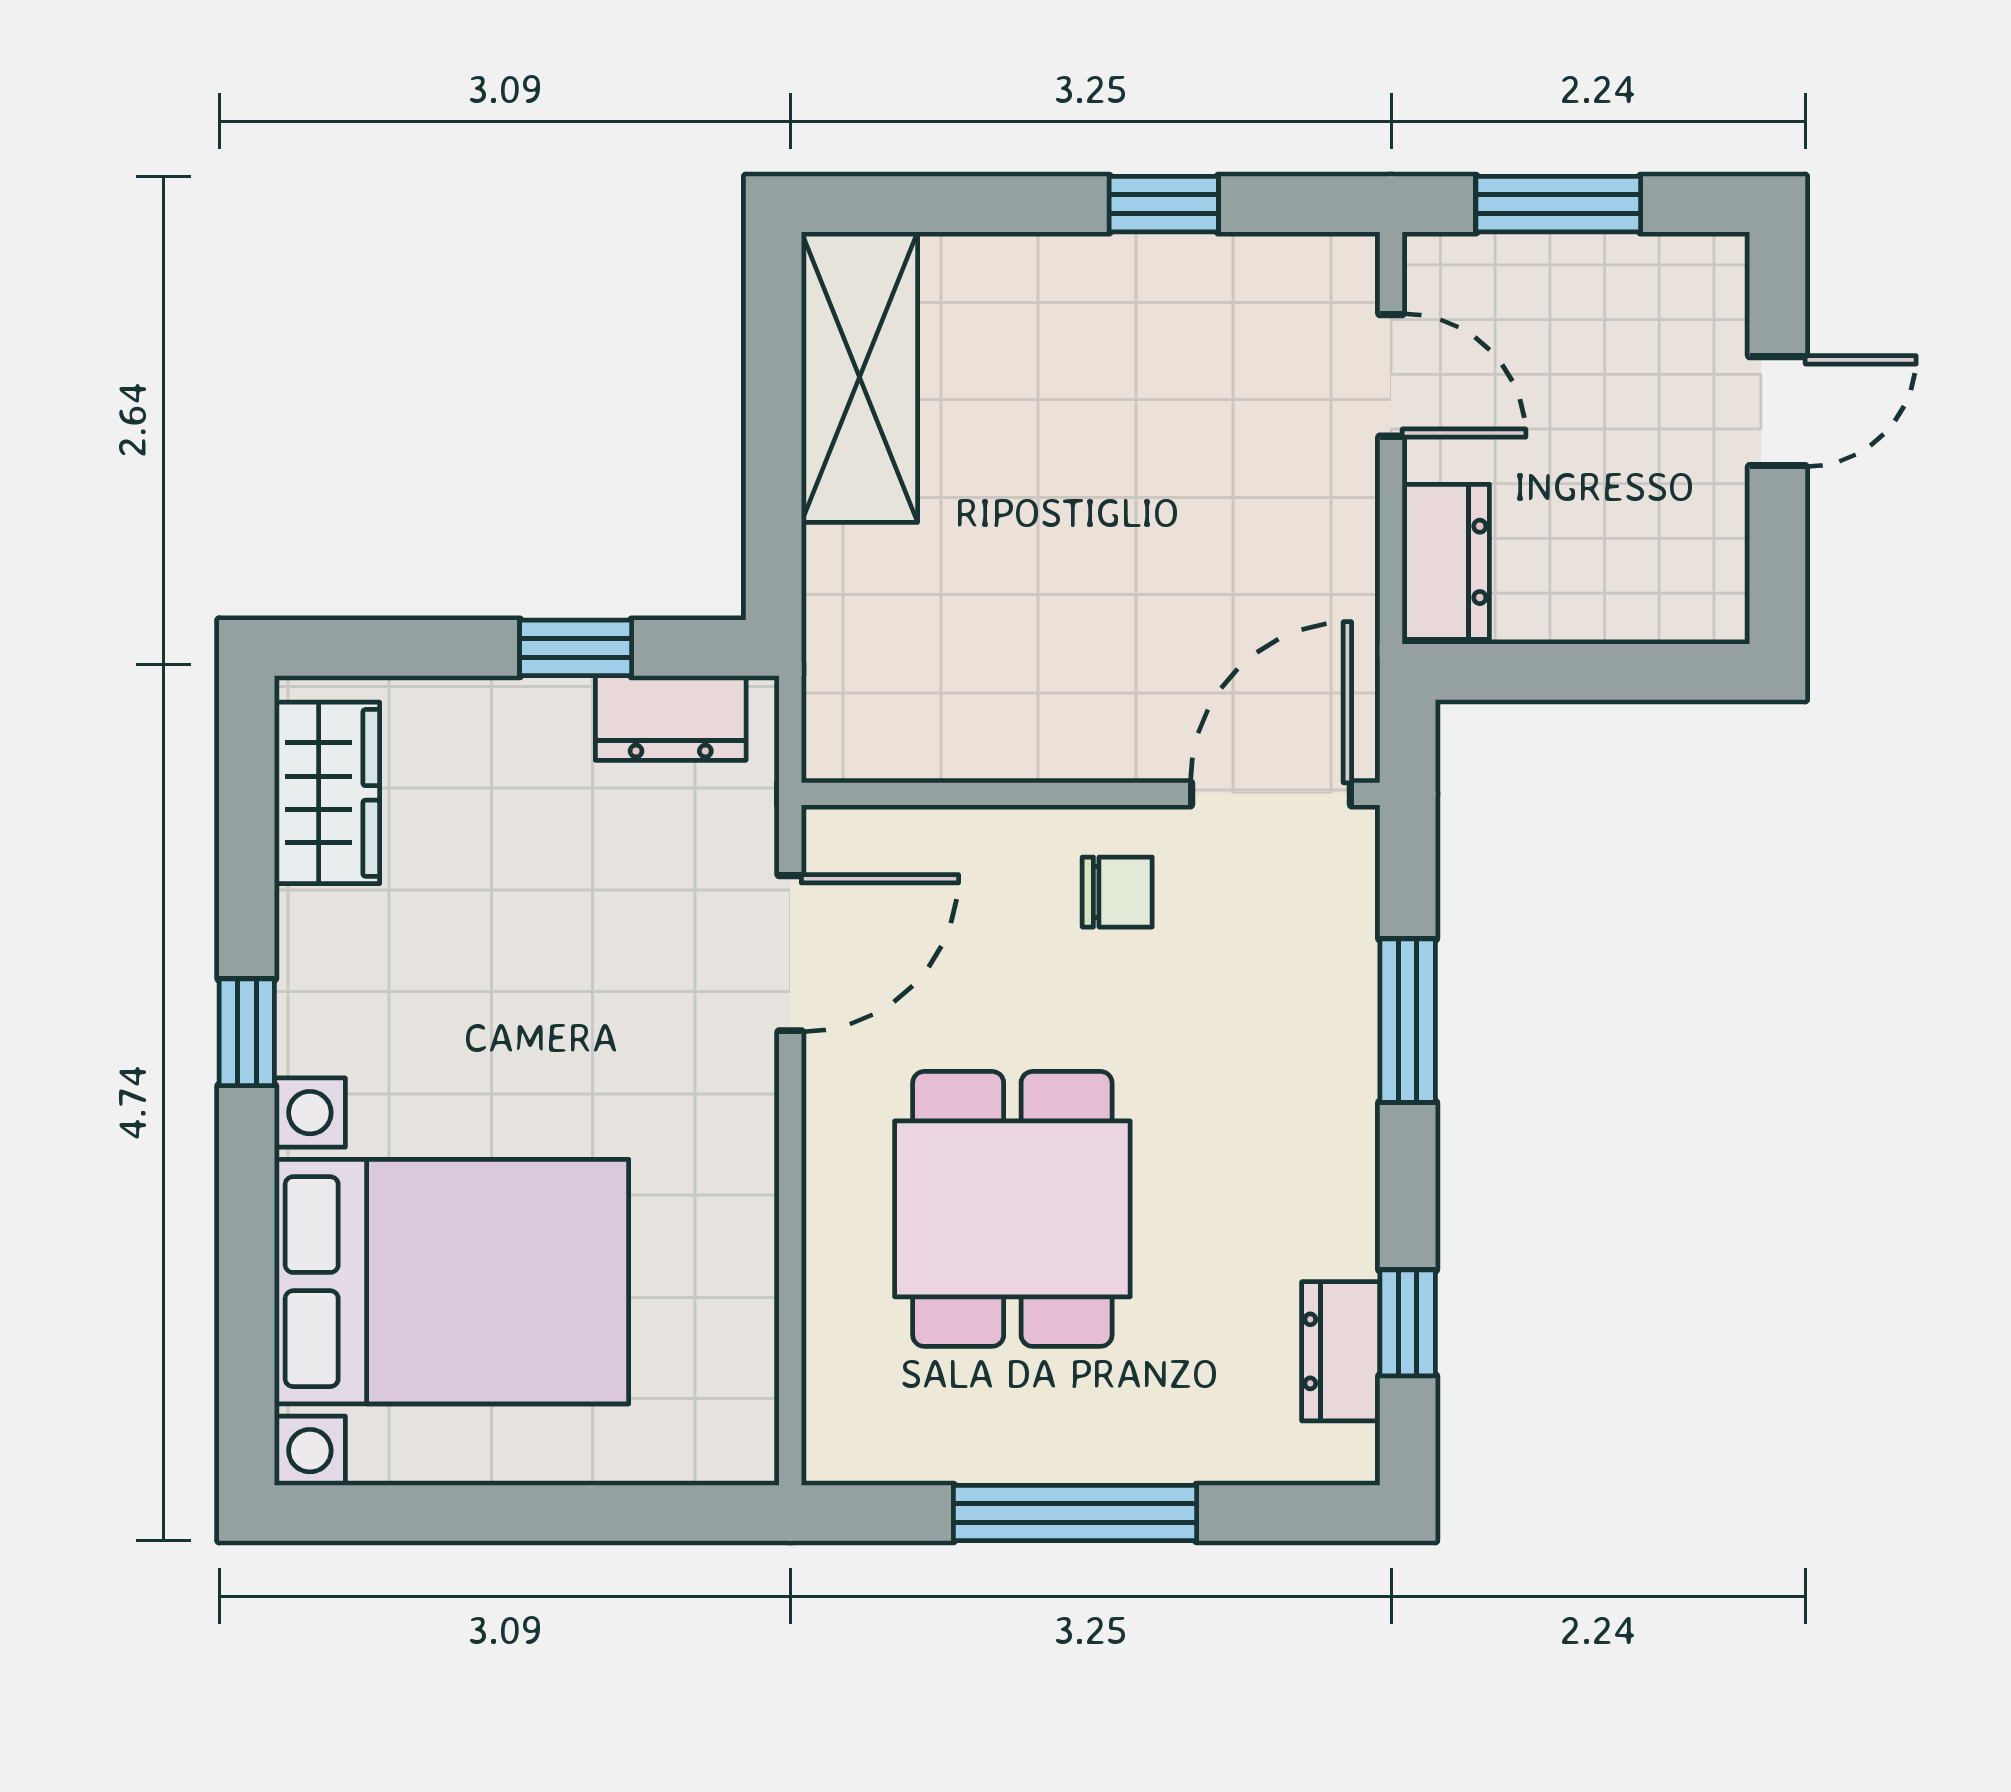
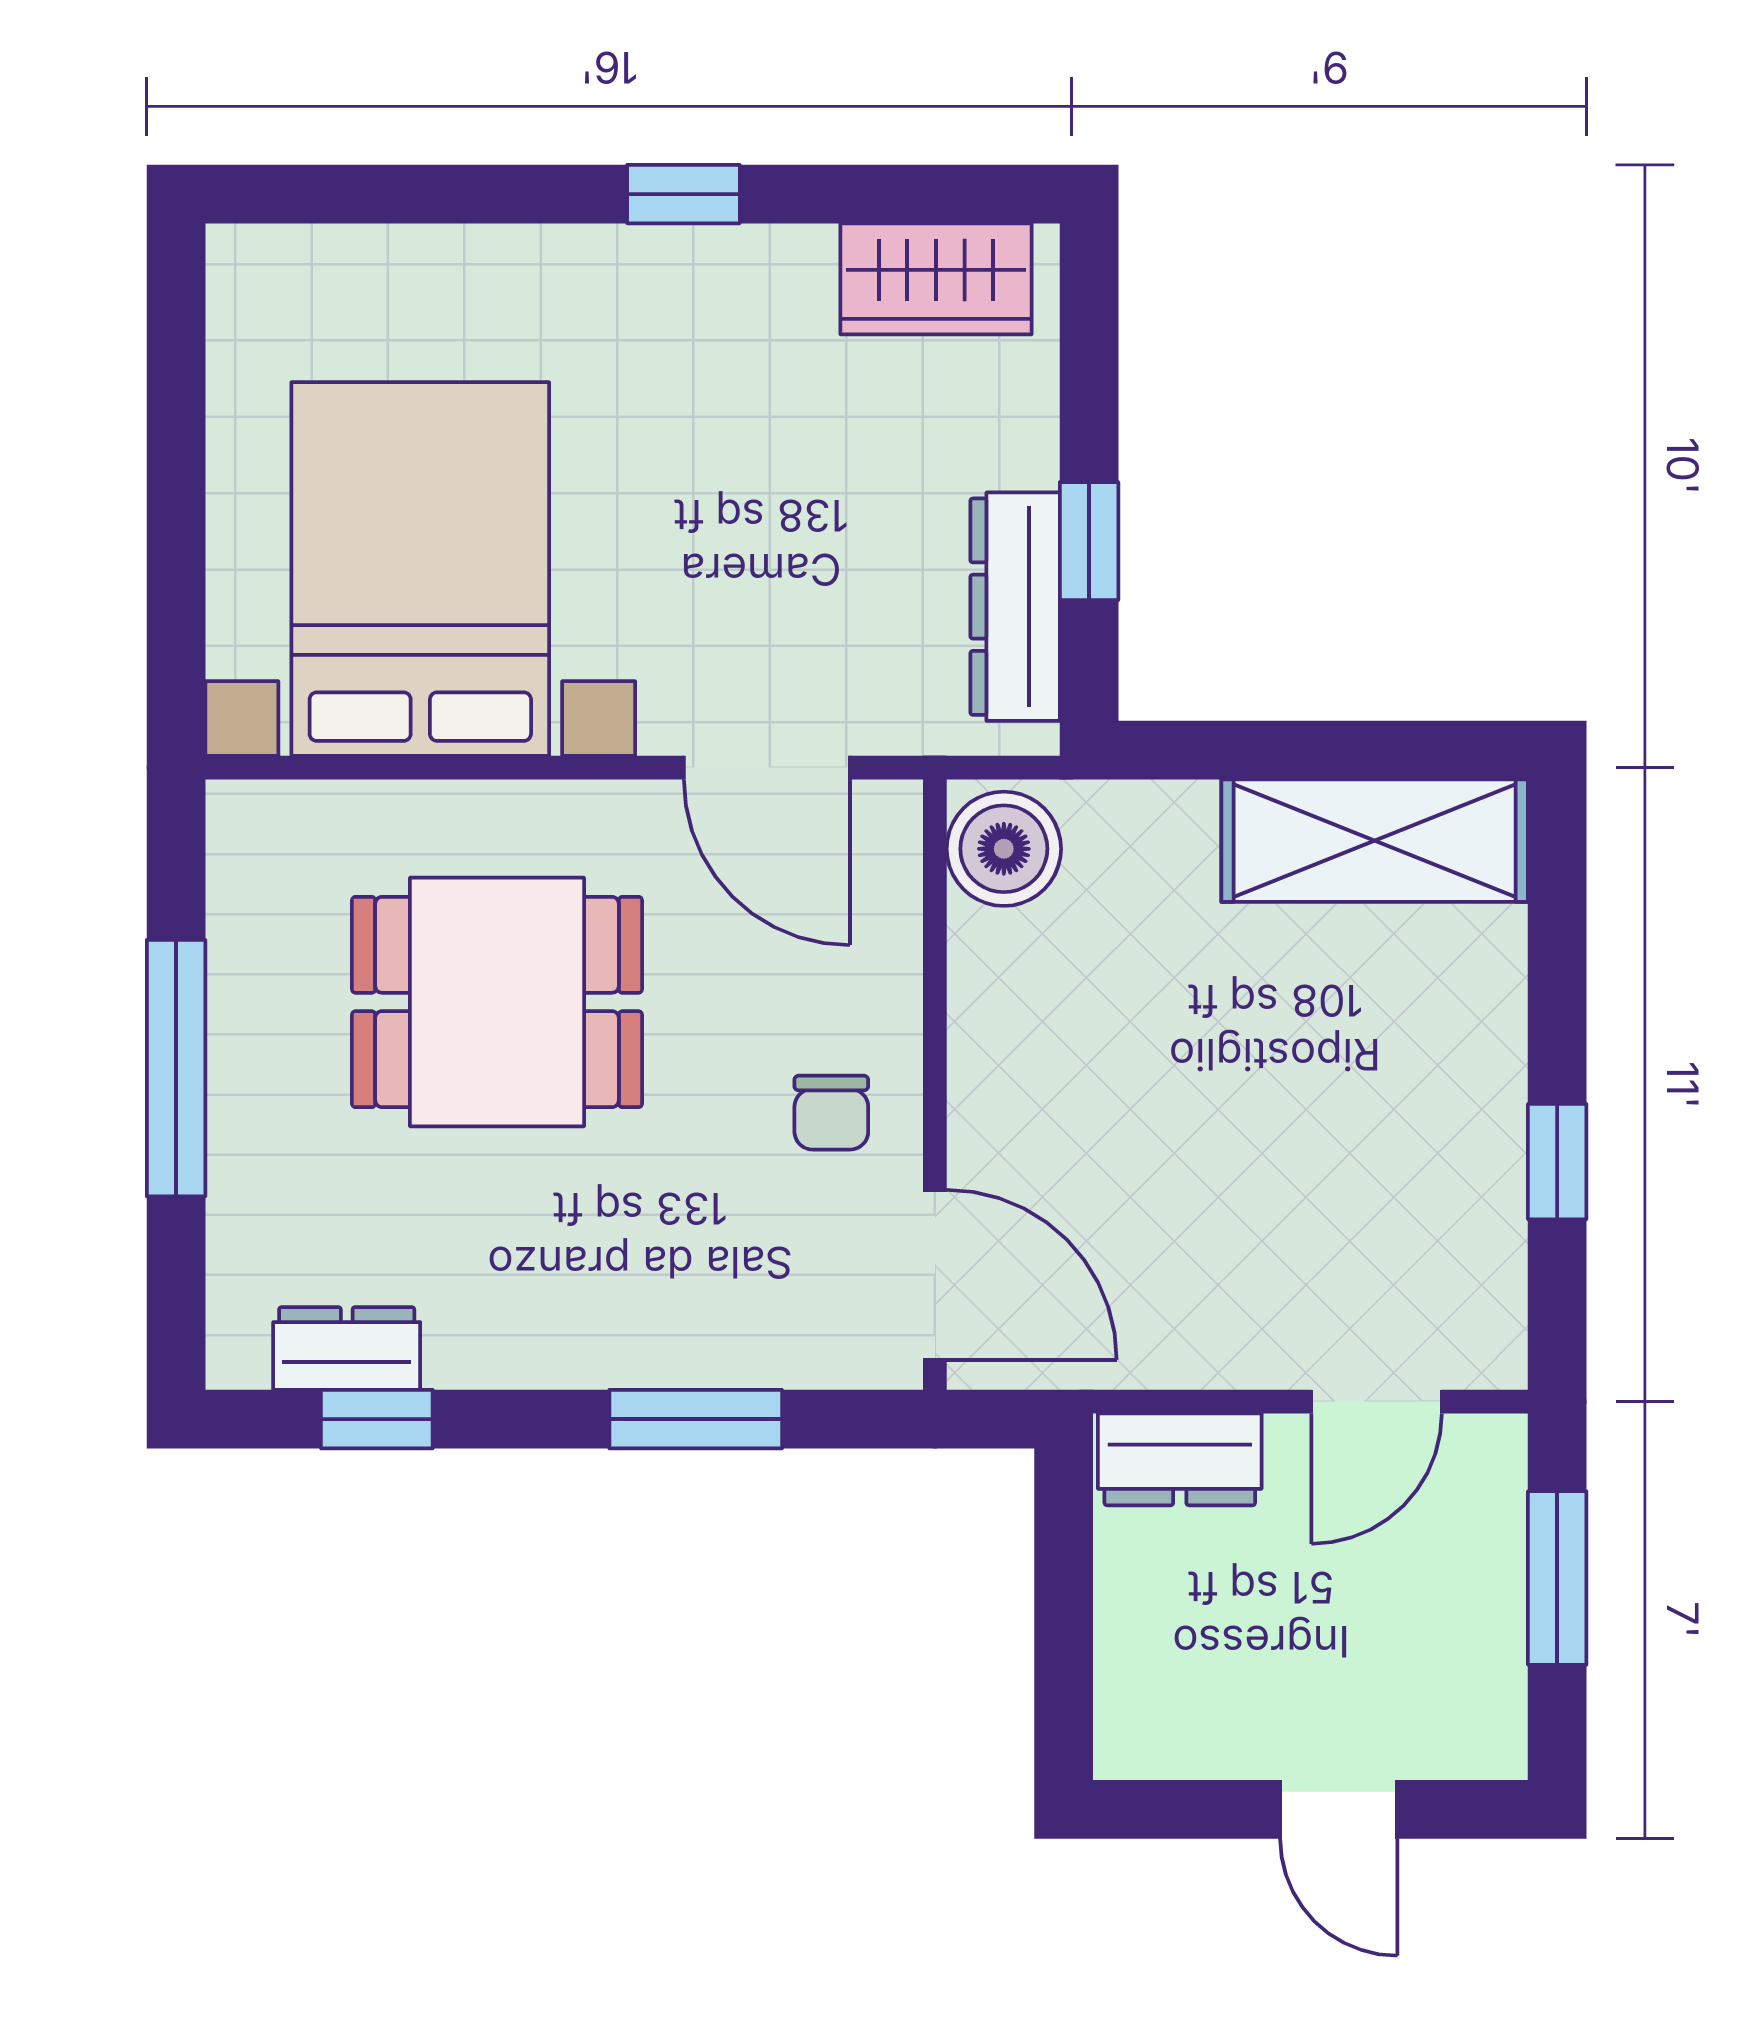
dresser: (671, 718) -> (1015, 607), width x1.44
boiler: (867, 729) -> (1004, 849), added
bed with nightstands: (452, 1282) -> (420, 569), moved, turned 180

